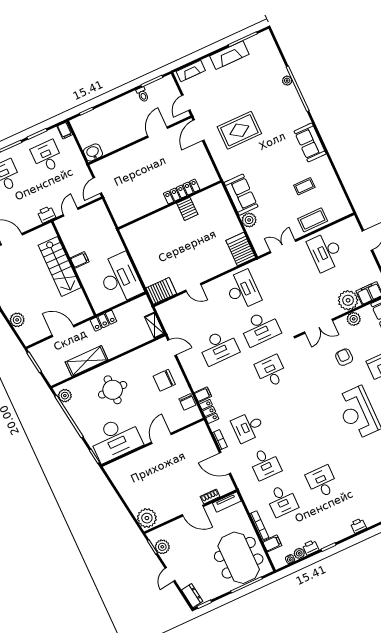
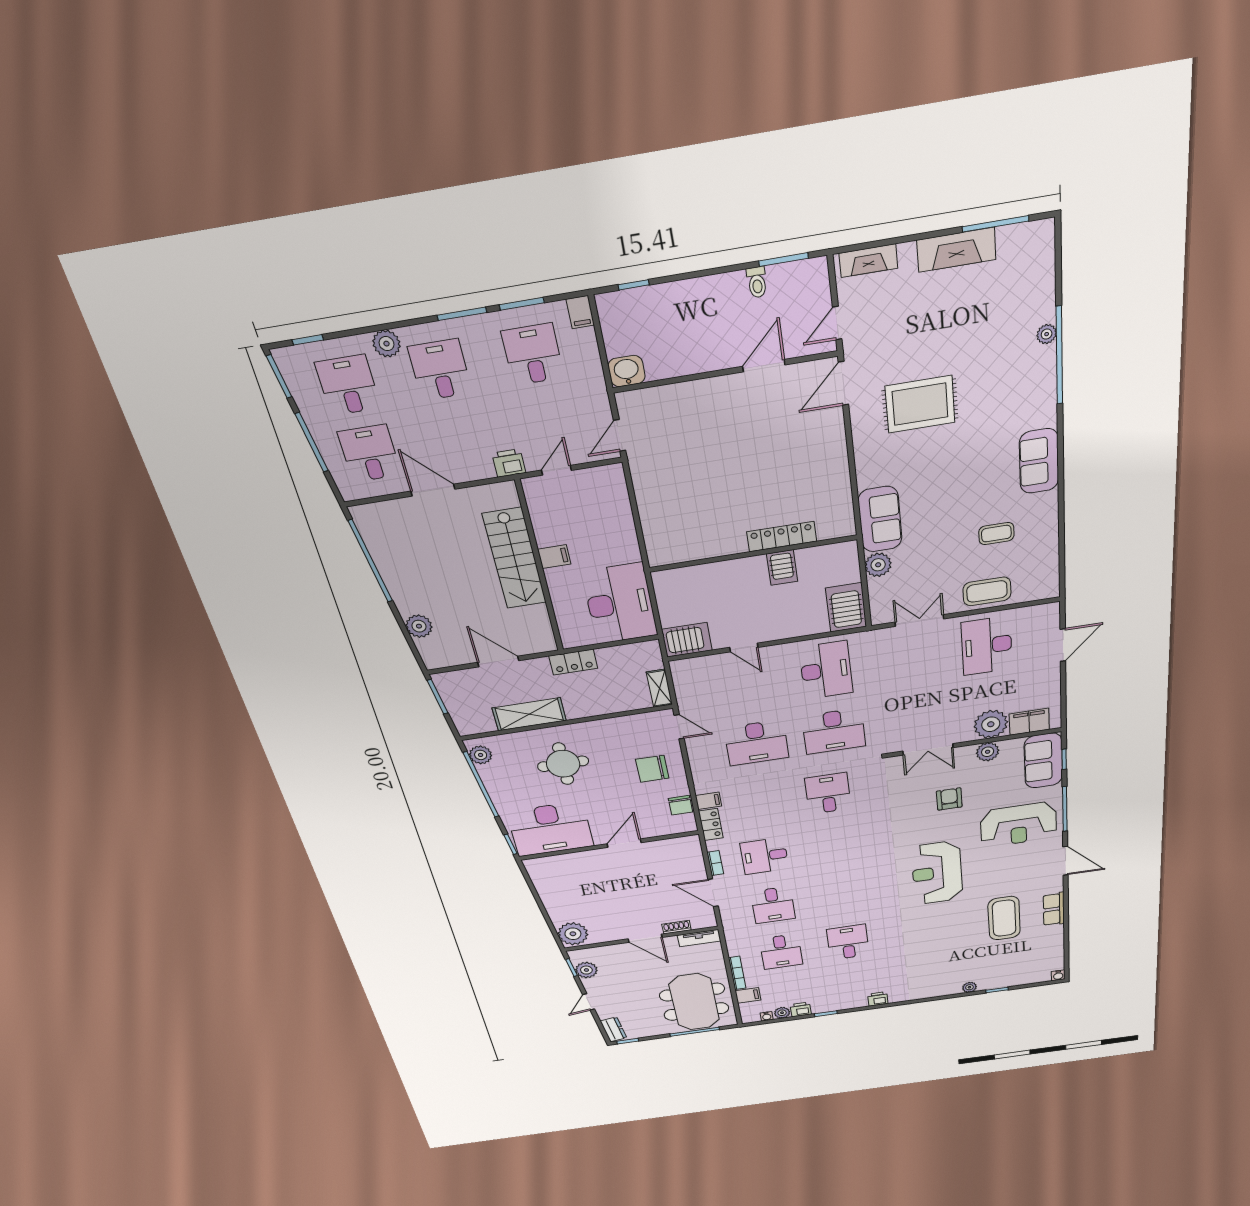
locker: (182, 191) -> (782, 537), moved
wall: (170, 205) -> (753, 554), moved
server rack: (187, 209) -> (782, 568), moved

